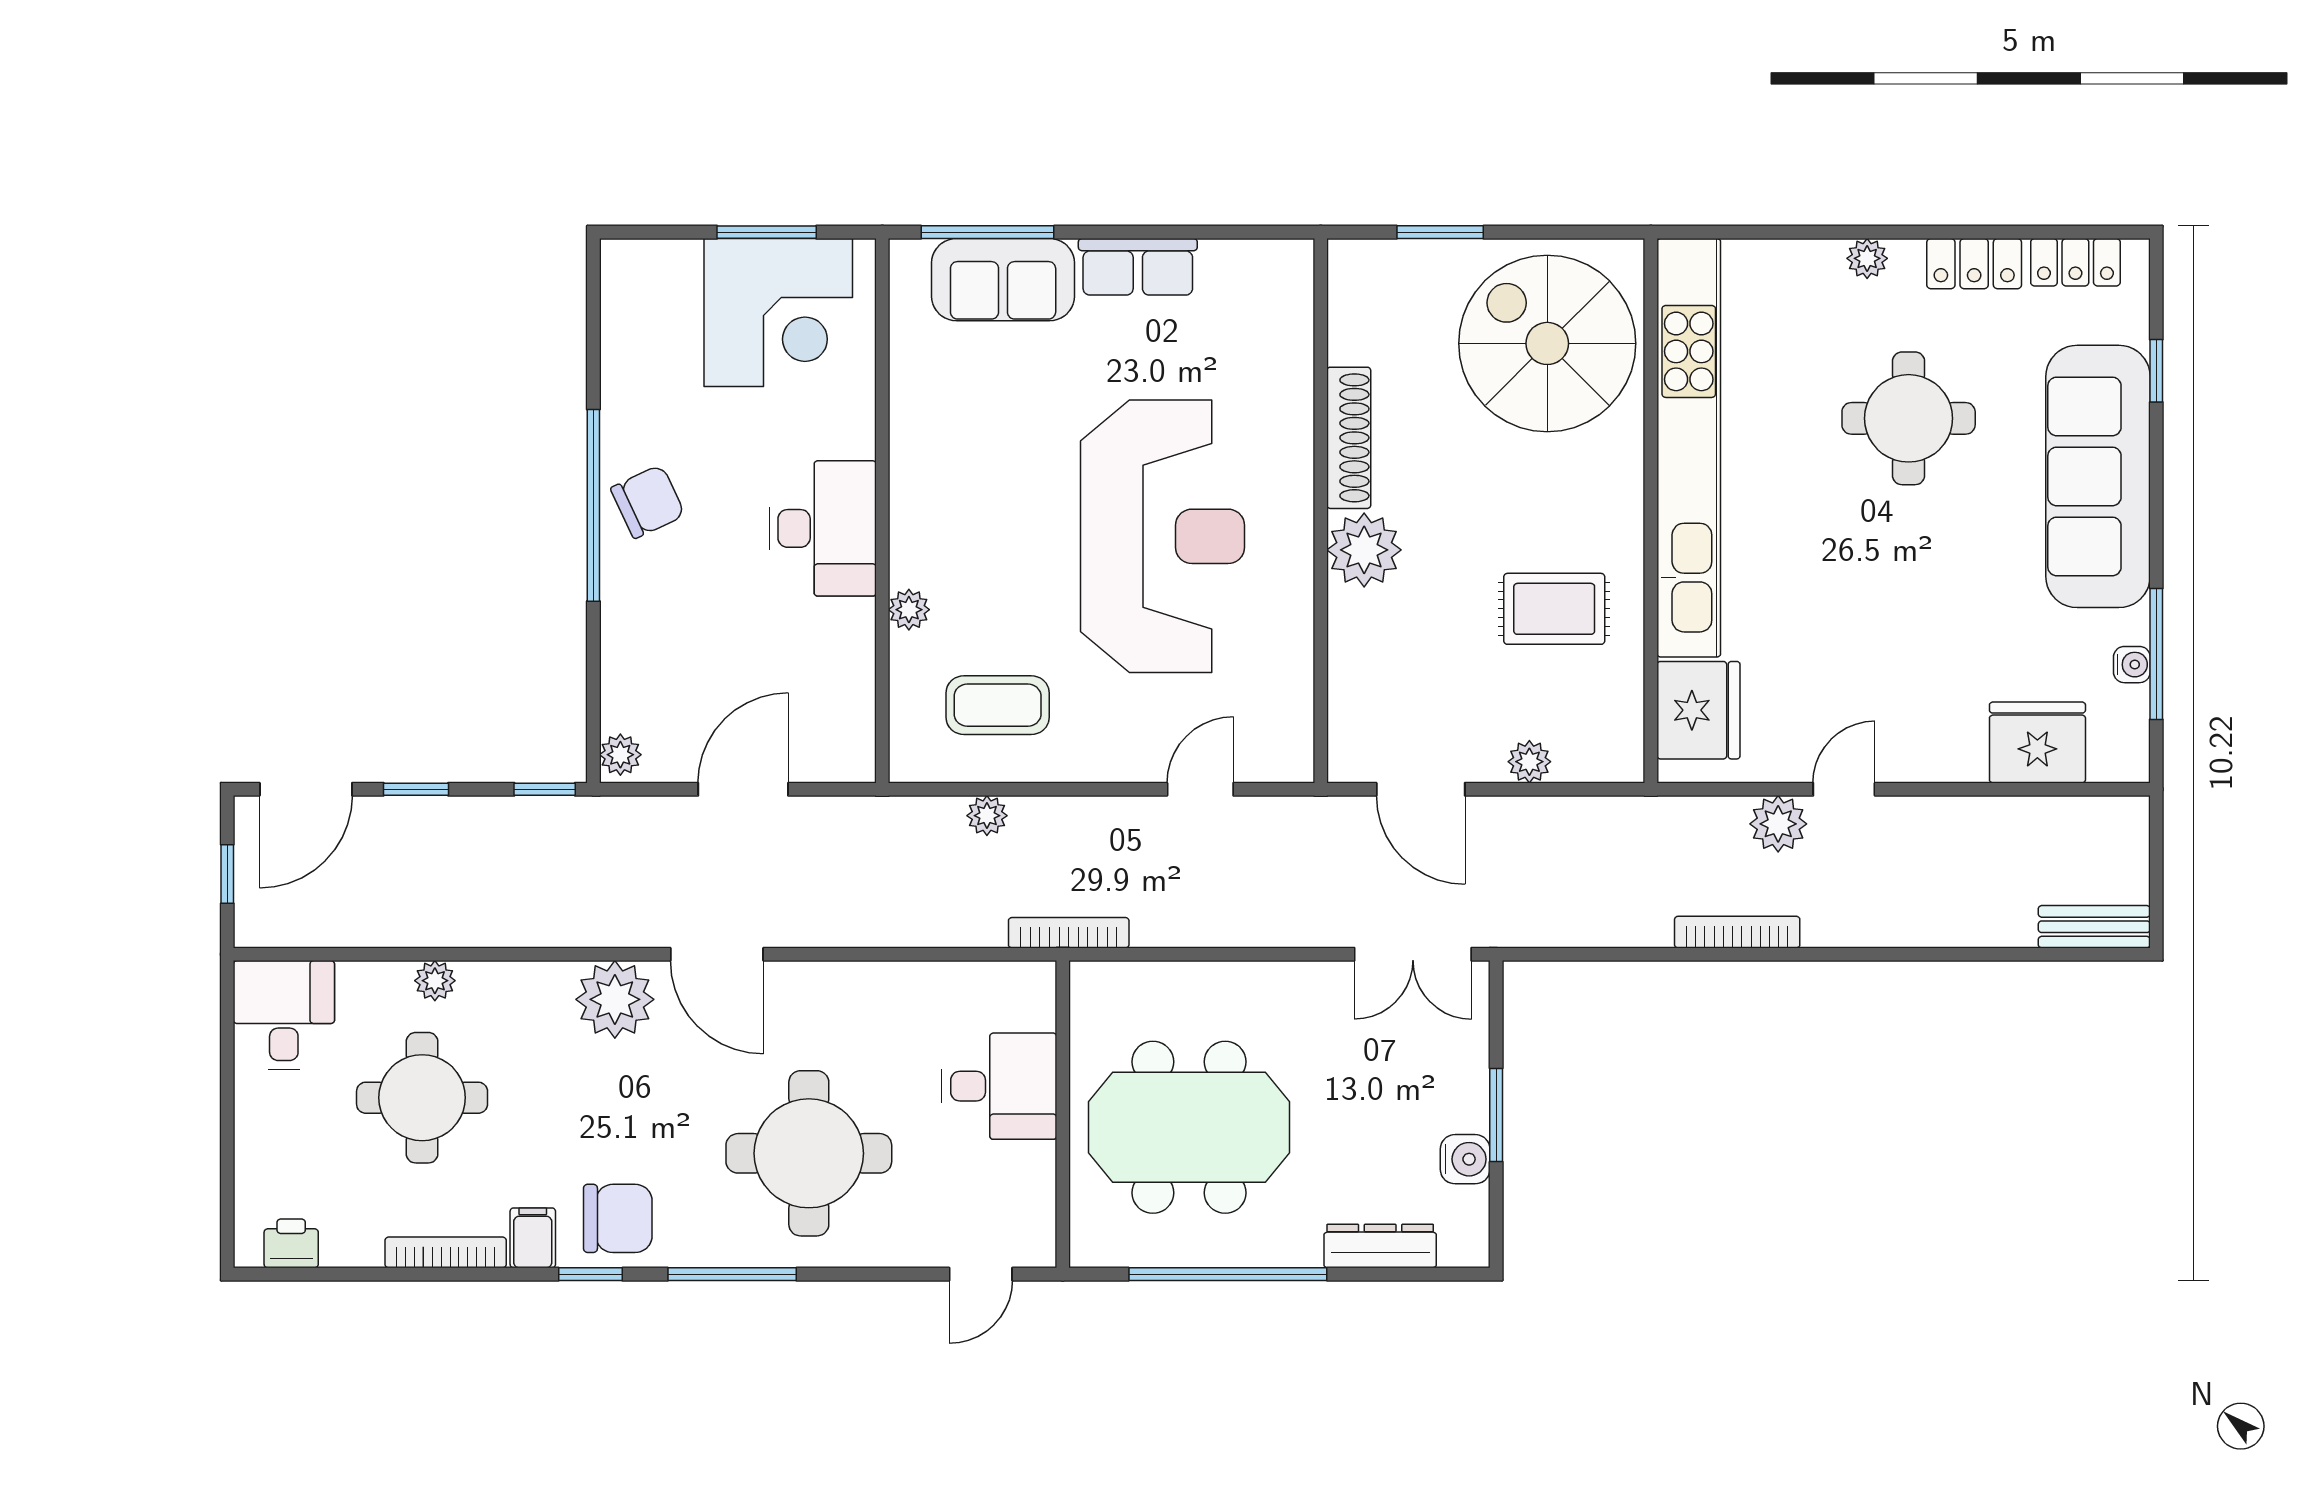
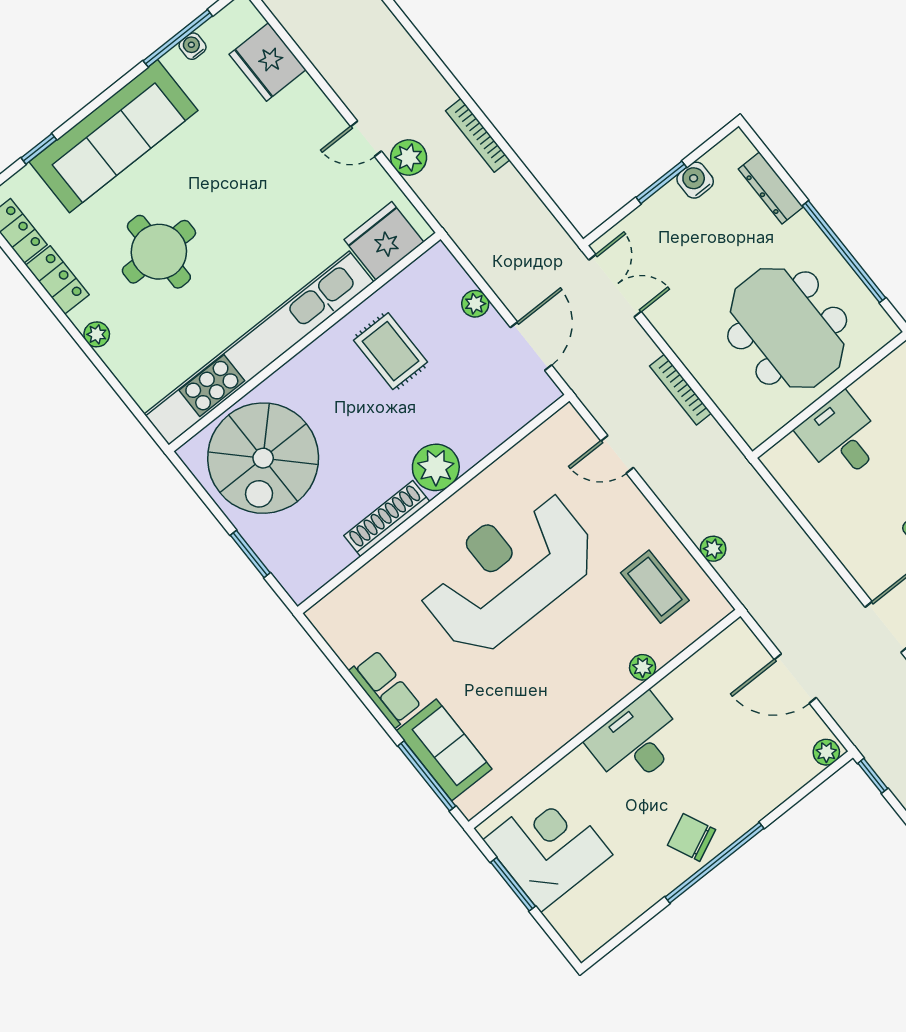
bookcase: (1069, 933) -> (680, 390), moved

